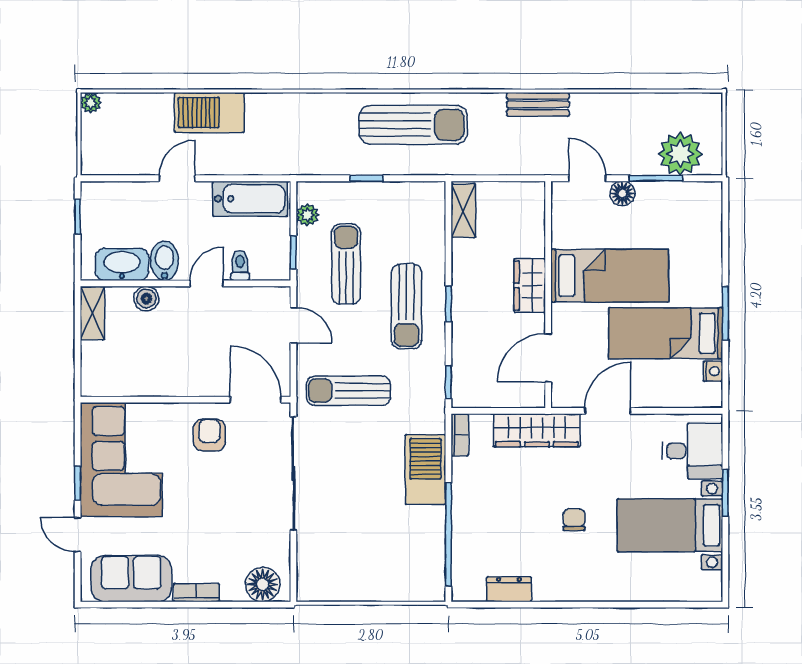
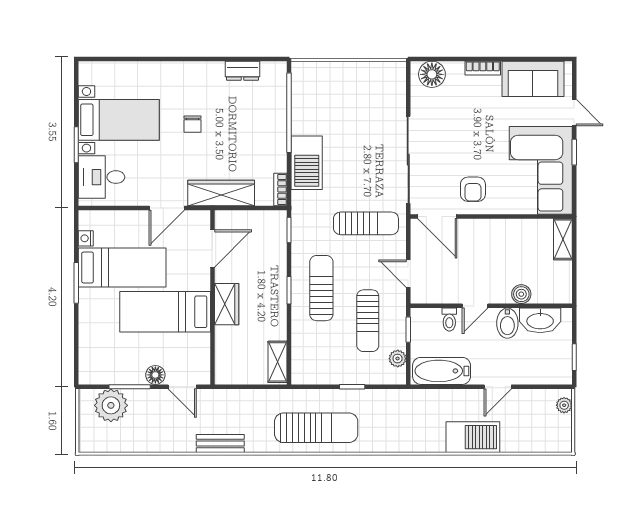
plant: (91, 103) -> (564, 405), moved
sun lounger: (413, 125) -> (316, 428), turned 180
shelving: (92, 313) -> (563, 239), moved

